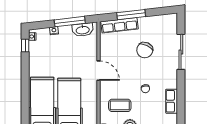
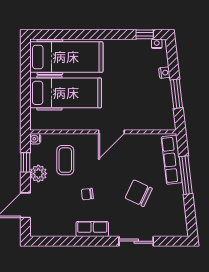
window: (70, 22) -> (176, 94), width x0.69
washbasin: (83, 30) -> (166, 111), removed
sliding door: (181, 52) -> (136, 241), width x0.73
row of seats: (172, 101) -> (92, 229), moved

